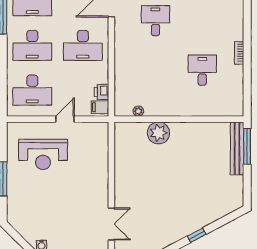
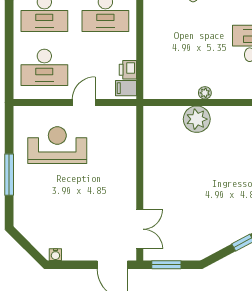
plant: (138, 111) -> (205, 93), moved
reception desk: (43, 154) -> (57, 145), turned 180

